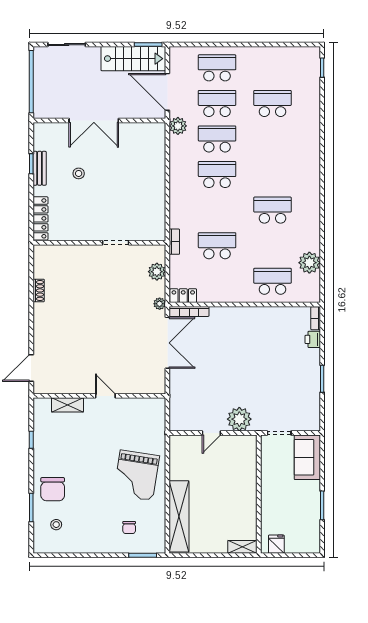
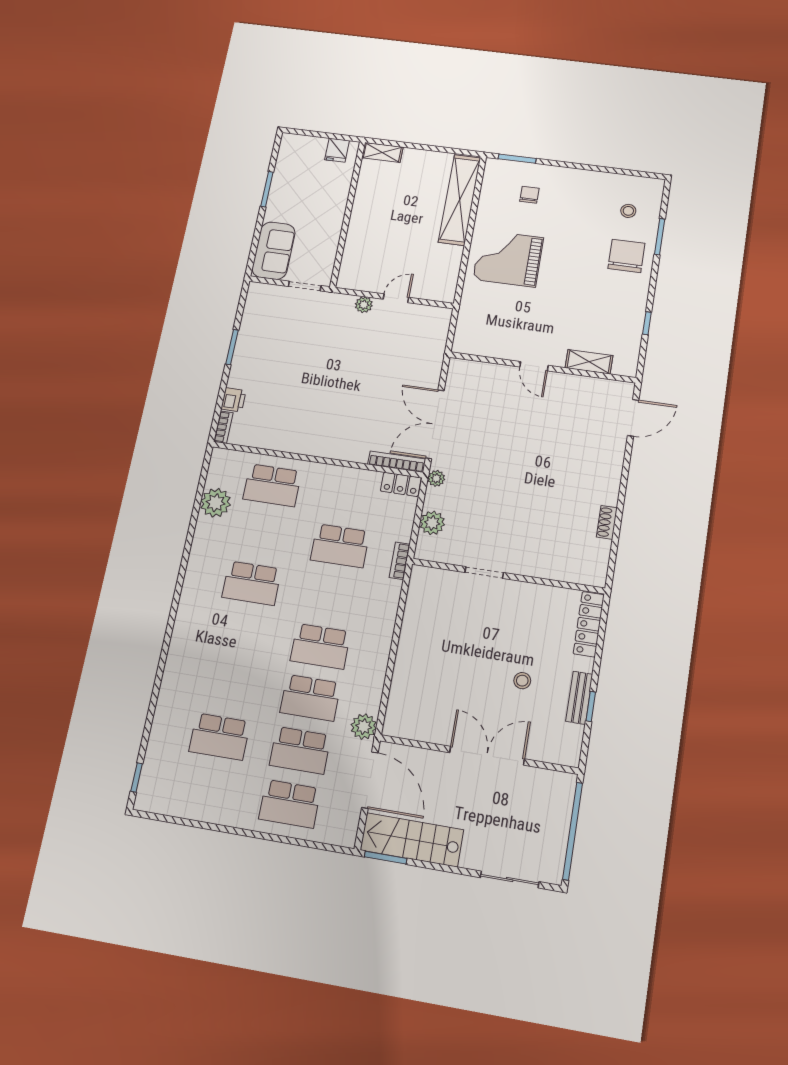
plant: (239, 419) -> (364, 305), width x0.53, depth x0.53
grand piano: (136, 475) -> (508, 258), turned -99

